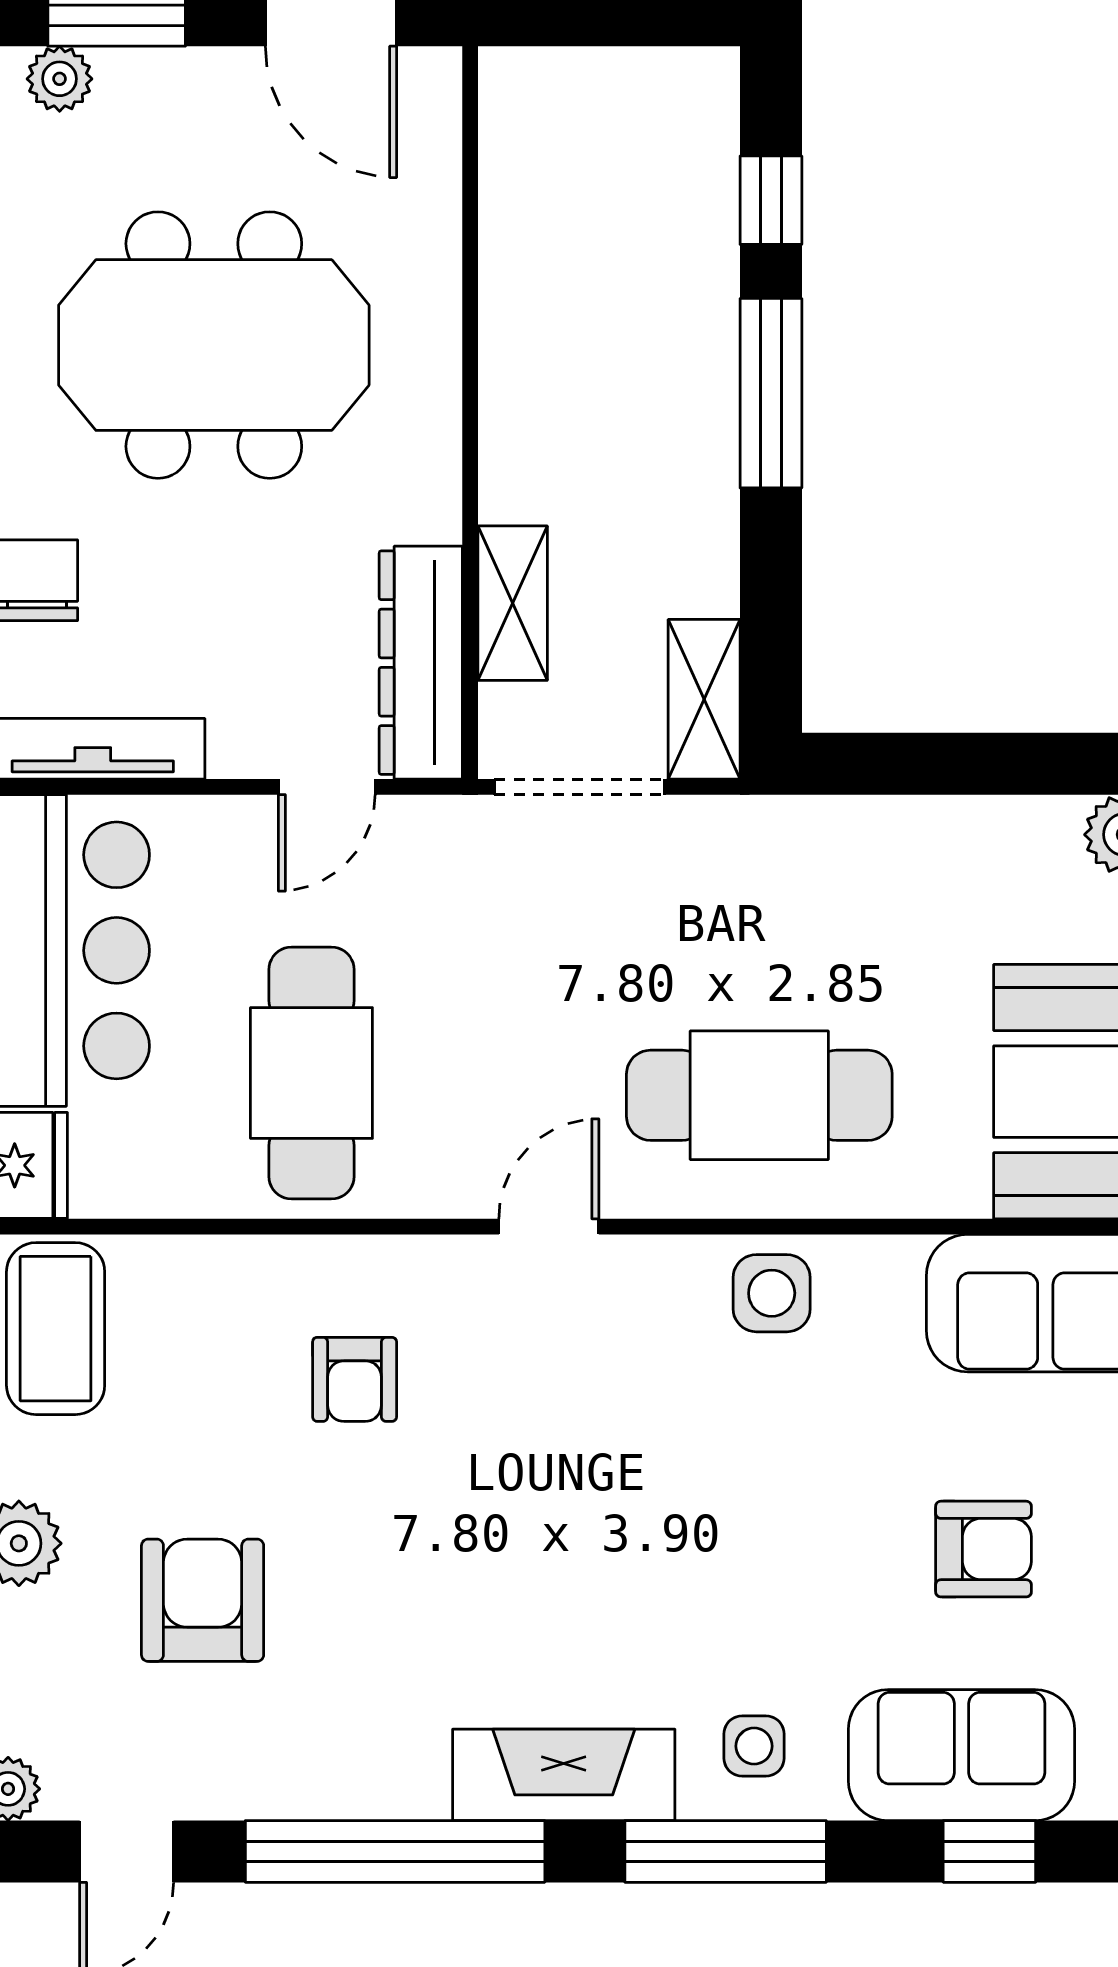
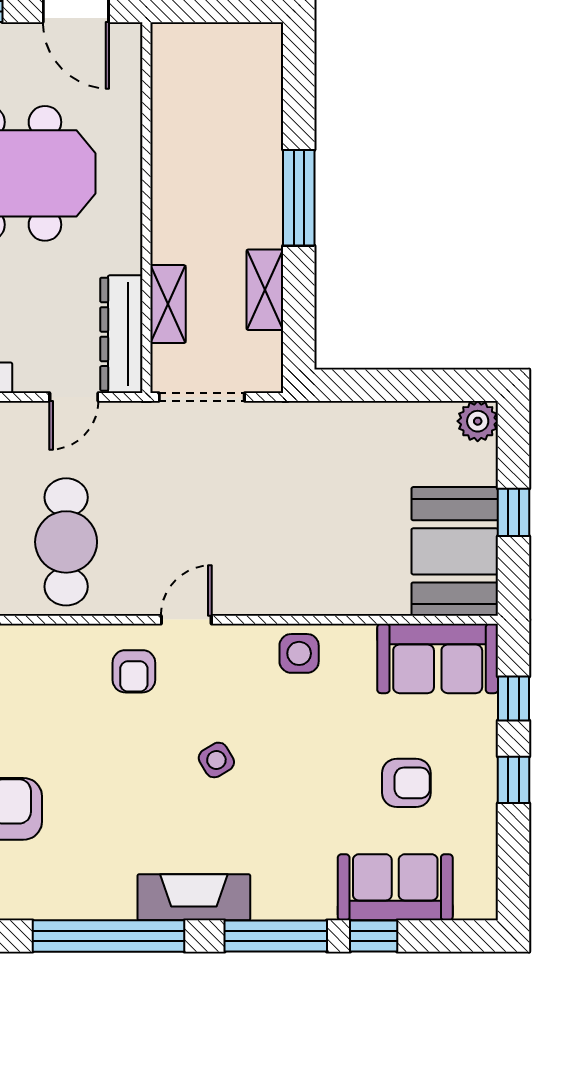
window: (771, 200) -> (299, 100), removed
shelving: (704, 699) -> (265, 290), moved
cafe table: (759, 1095) -> (293, 553), removed
armchair: (355, 1379) -> (134, 671), moved
side table: (754, 1746) -> (216, 760), moved, turned -31
window: (989, 1851) -> (374, 936), moved

